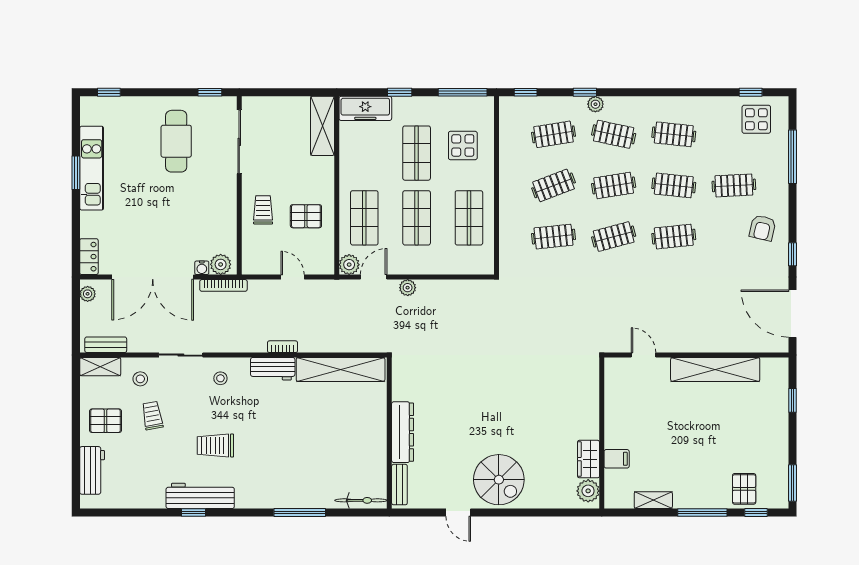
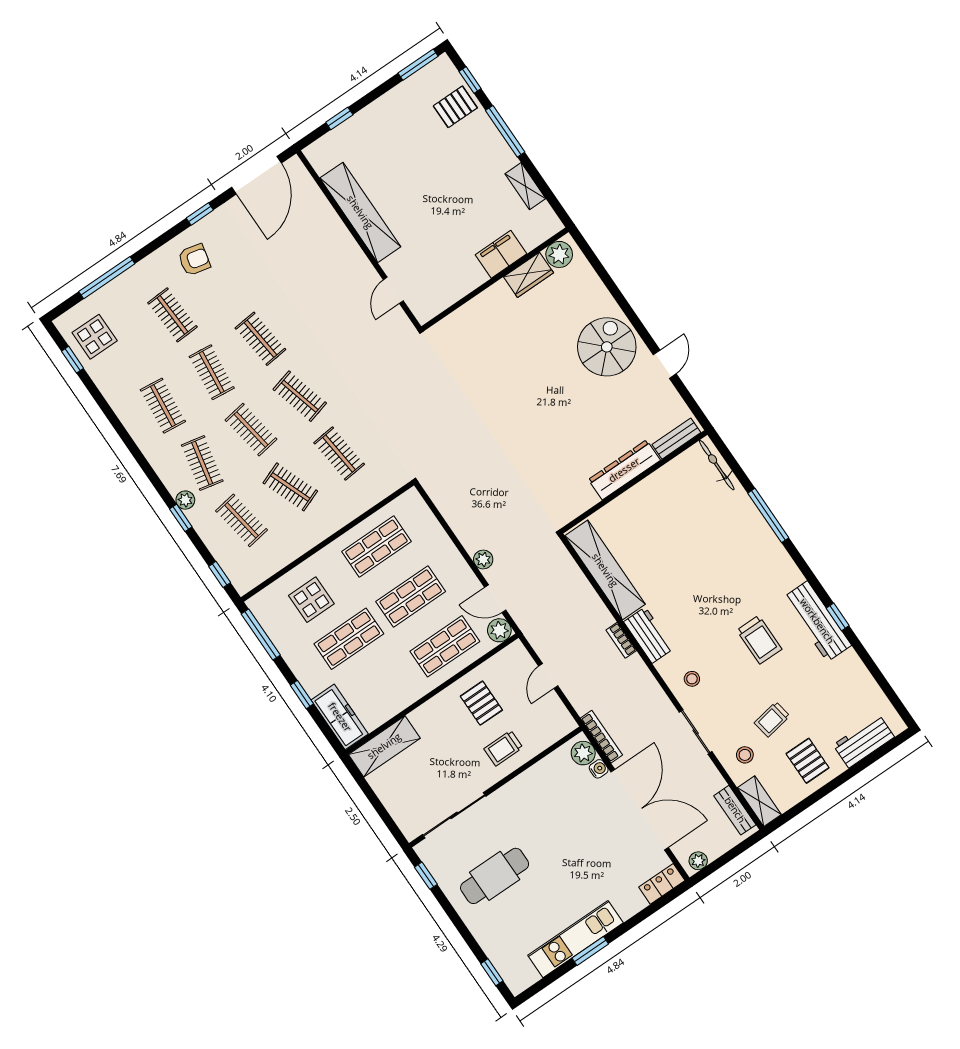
filing cabinet: (617, 459) -> (501, 254), width x2.00

